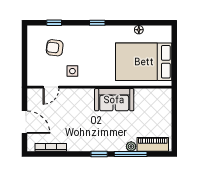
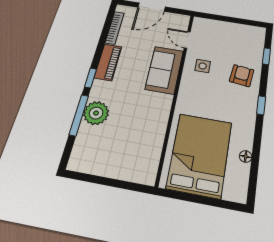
armchair: (55, 48) -> (242, 76), moved
sofa: (114, 100) -> (164, 70), moved
piano: (153, 144) -> (108, 62), moved
plant: (131, 146) -> (96, 113), width x1.88, depth x1.88

